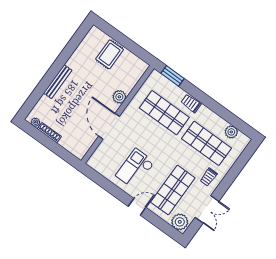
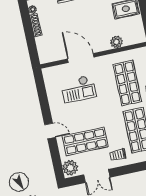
plant: (119, 97) -> (116, 42), moved
door: (109, 126) -> (81, 58), hinge flipped
checkout: (135, 169) -> (78, 89), moved, turned 180

